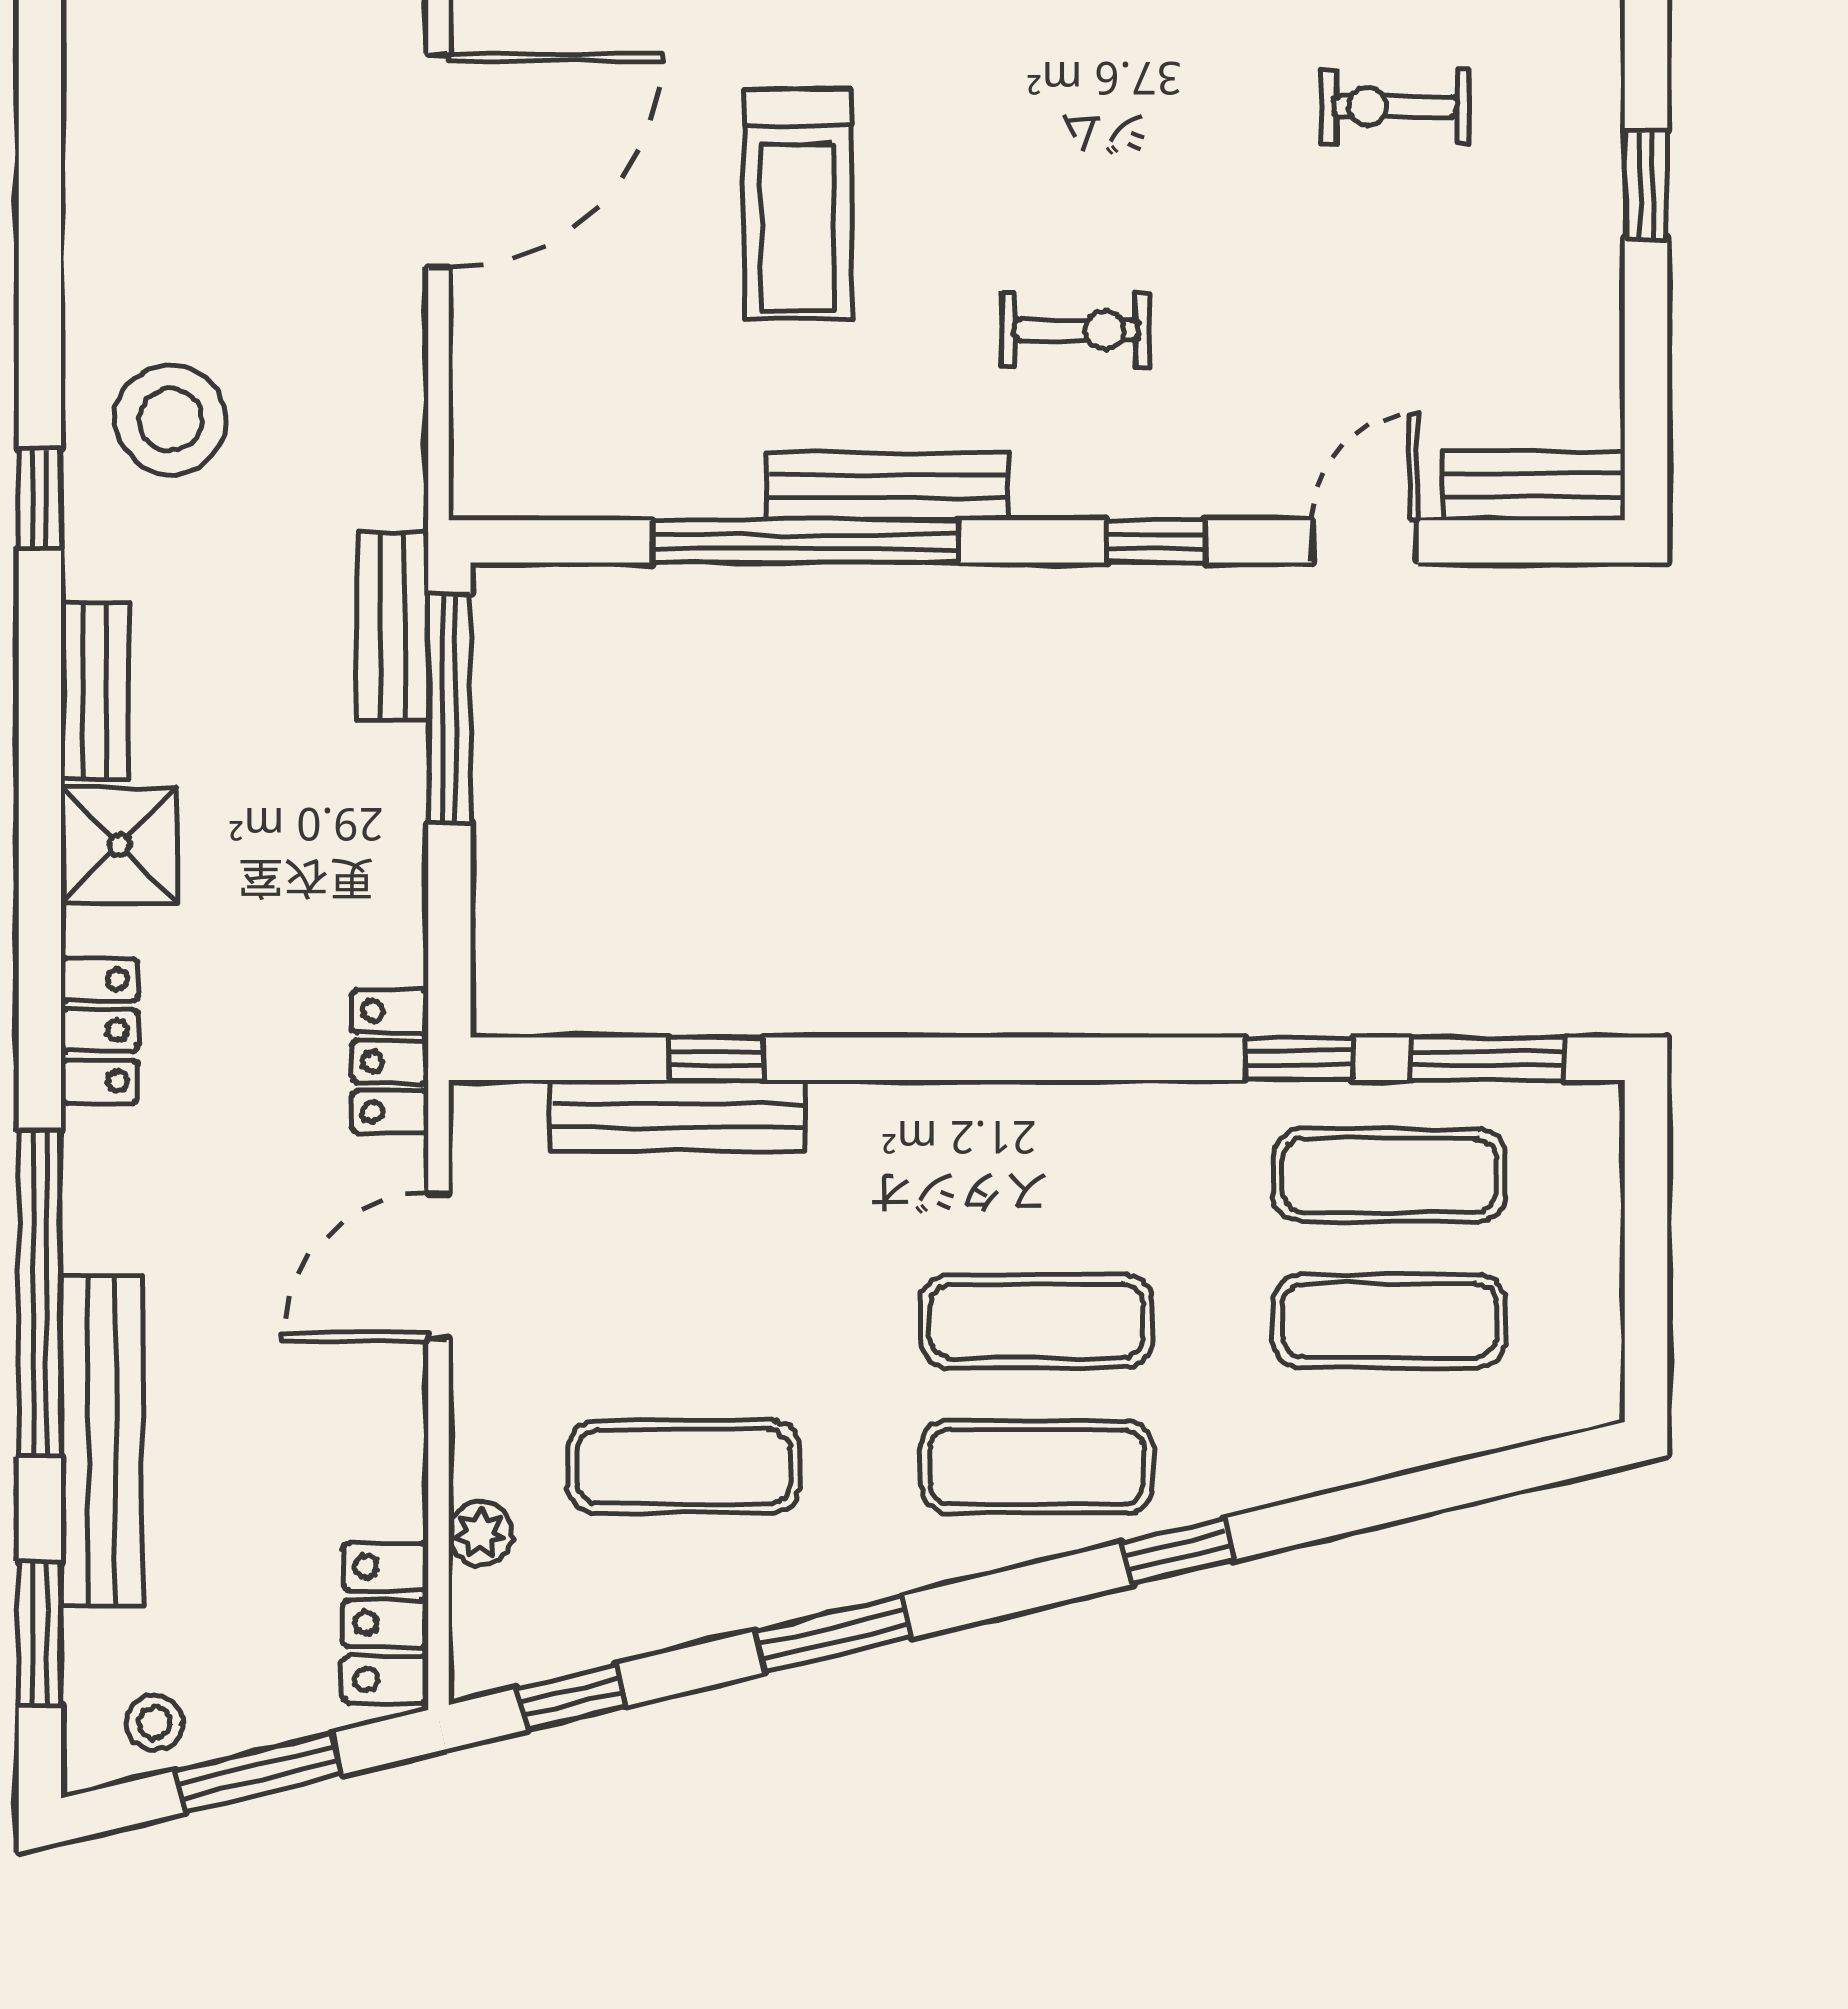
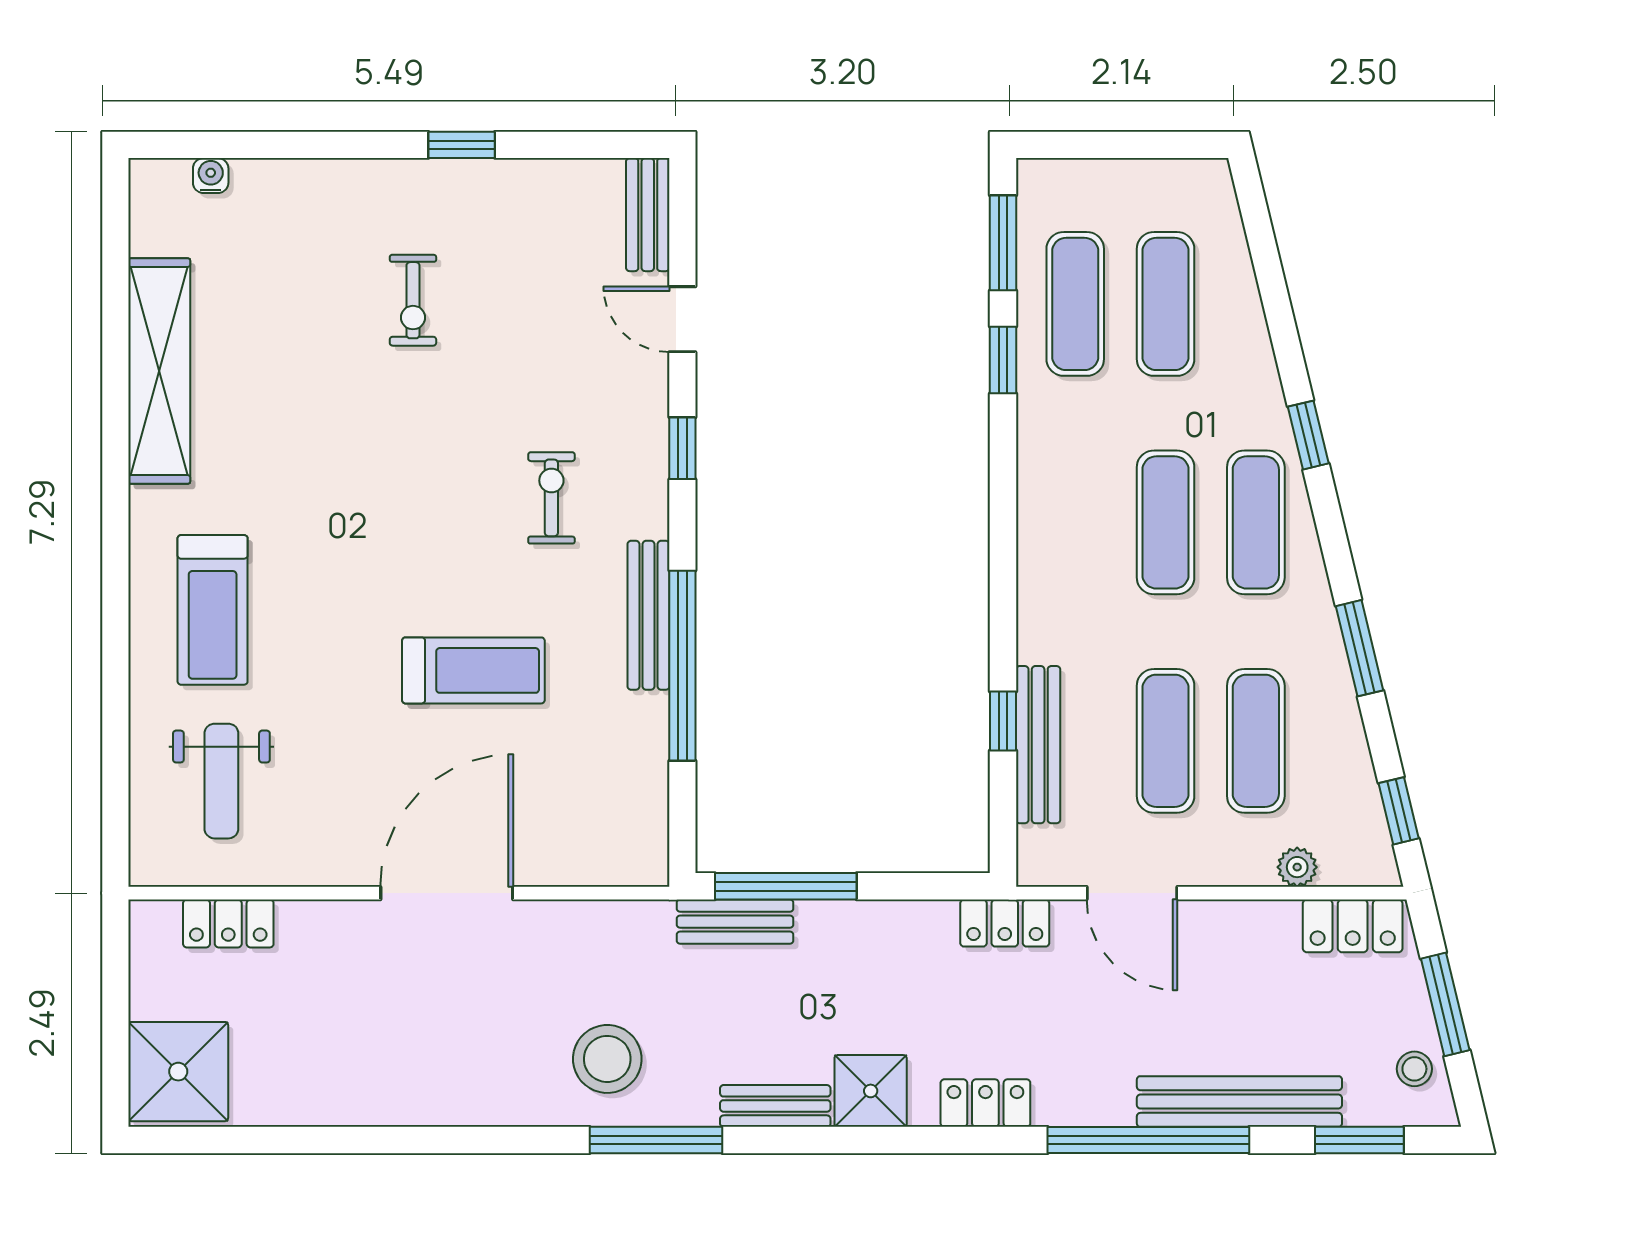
door: (438, 161) -> (447, 893), hinge flipped
window: (40, 499) -> (656, 1140), width x2.17
exercise mat: (684, 1321) -> (1166, 741), added

